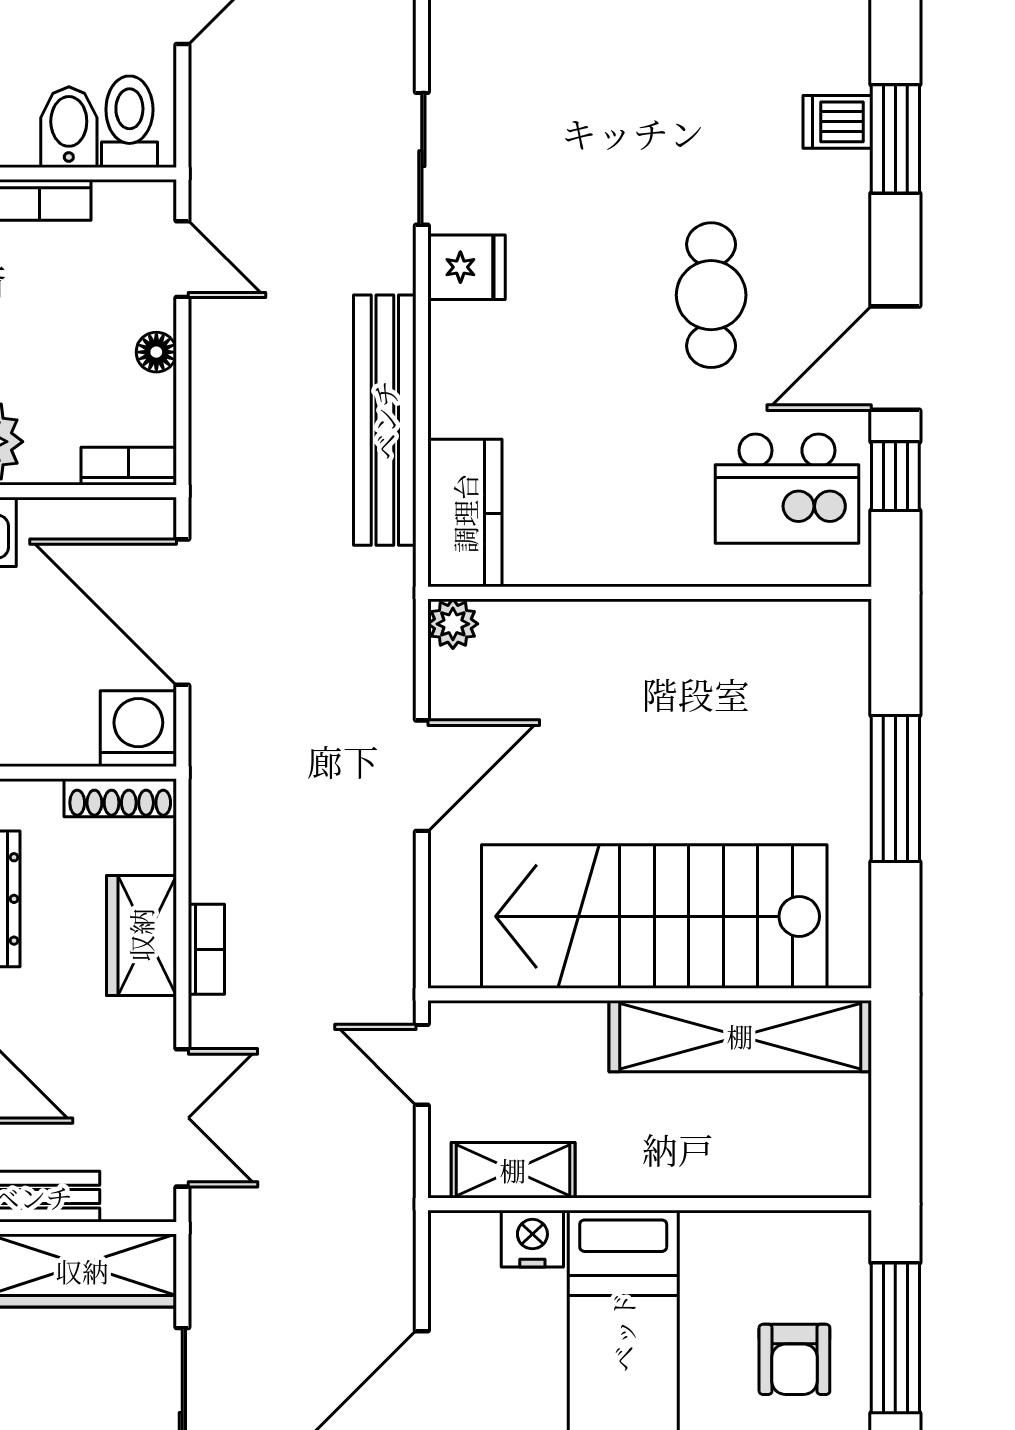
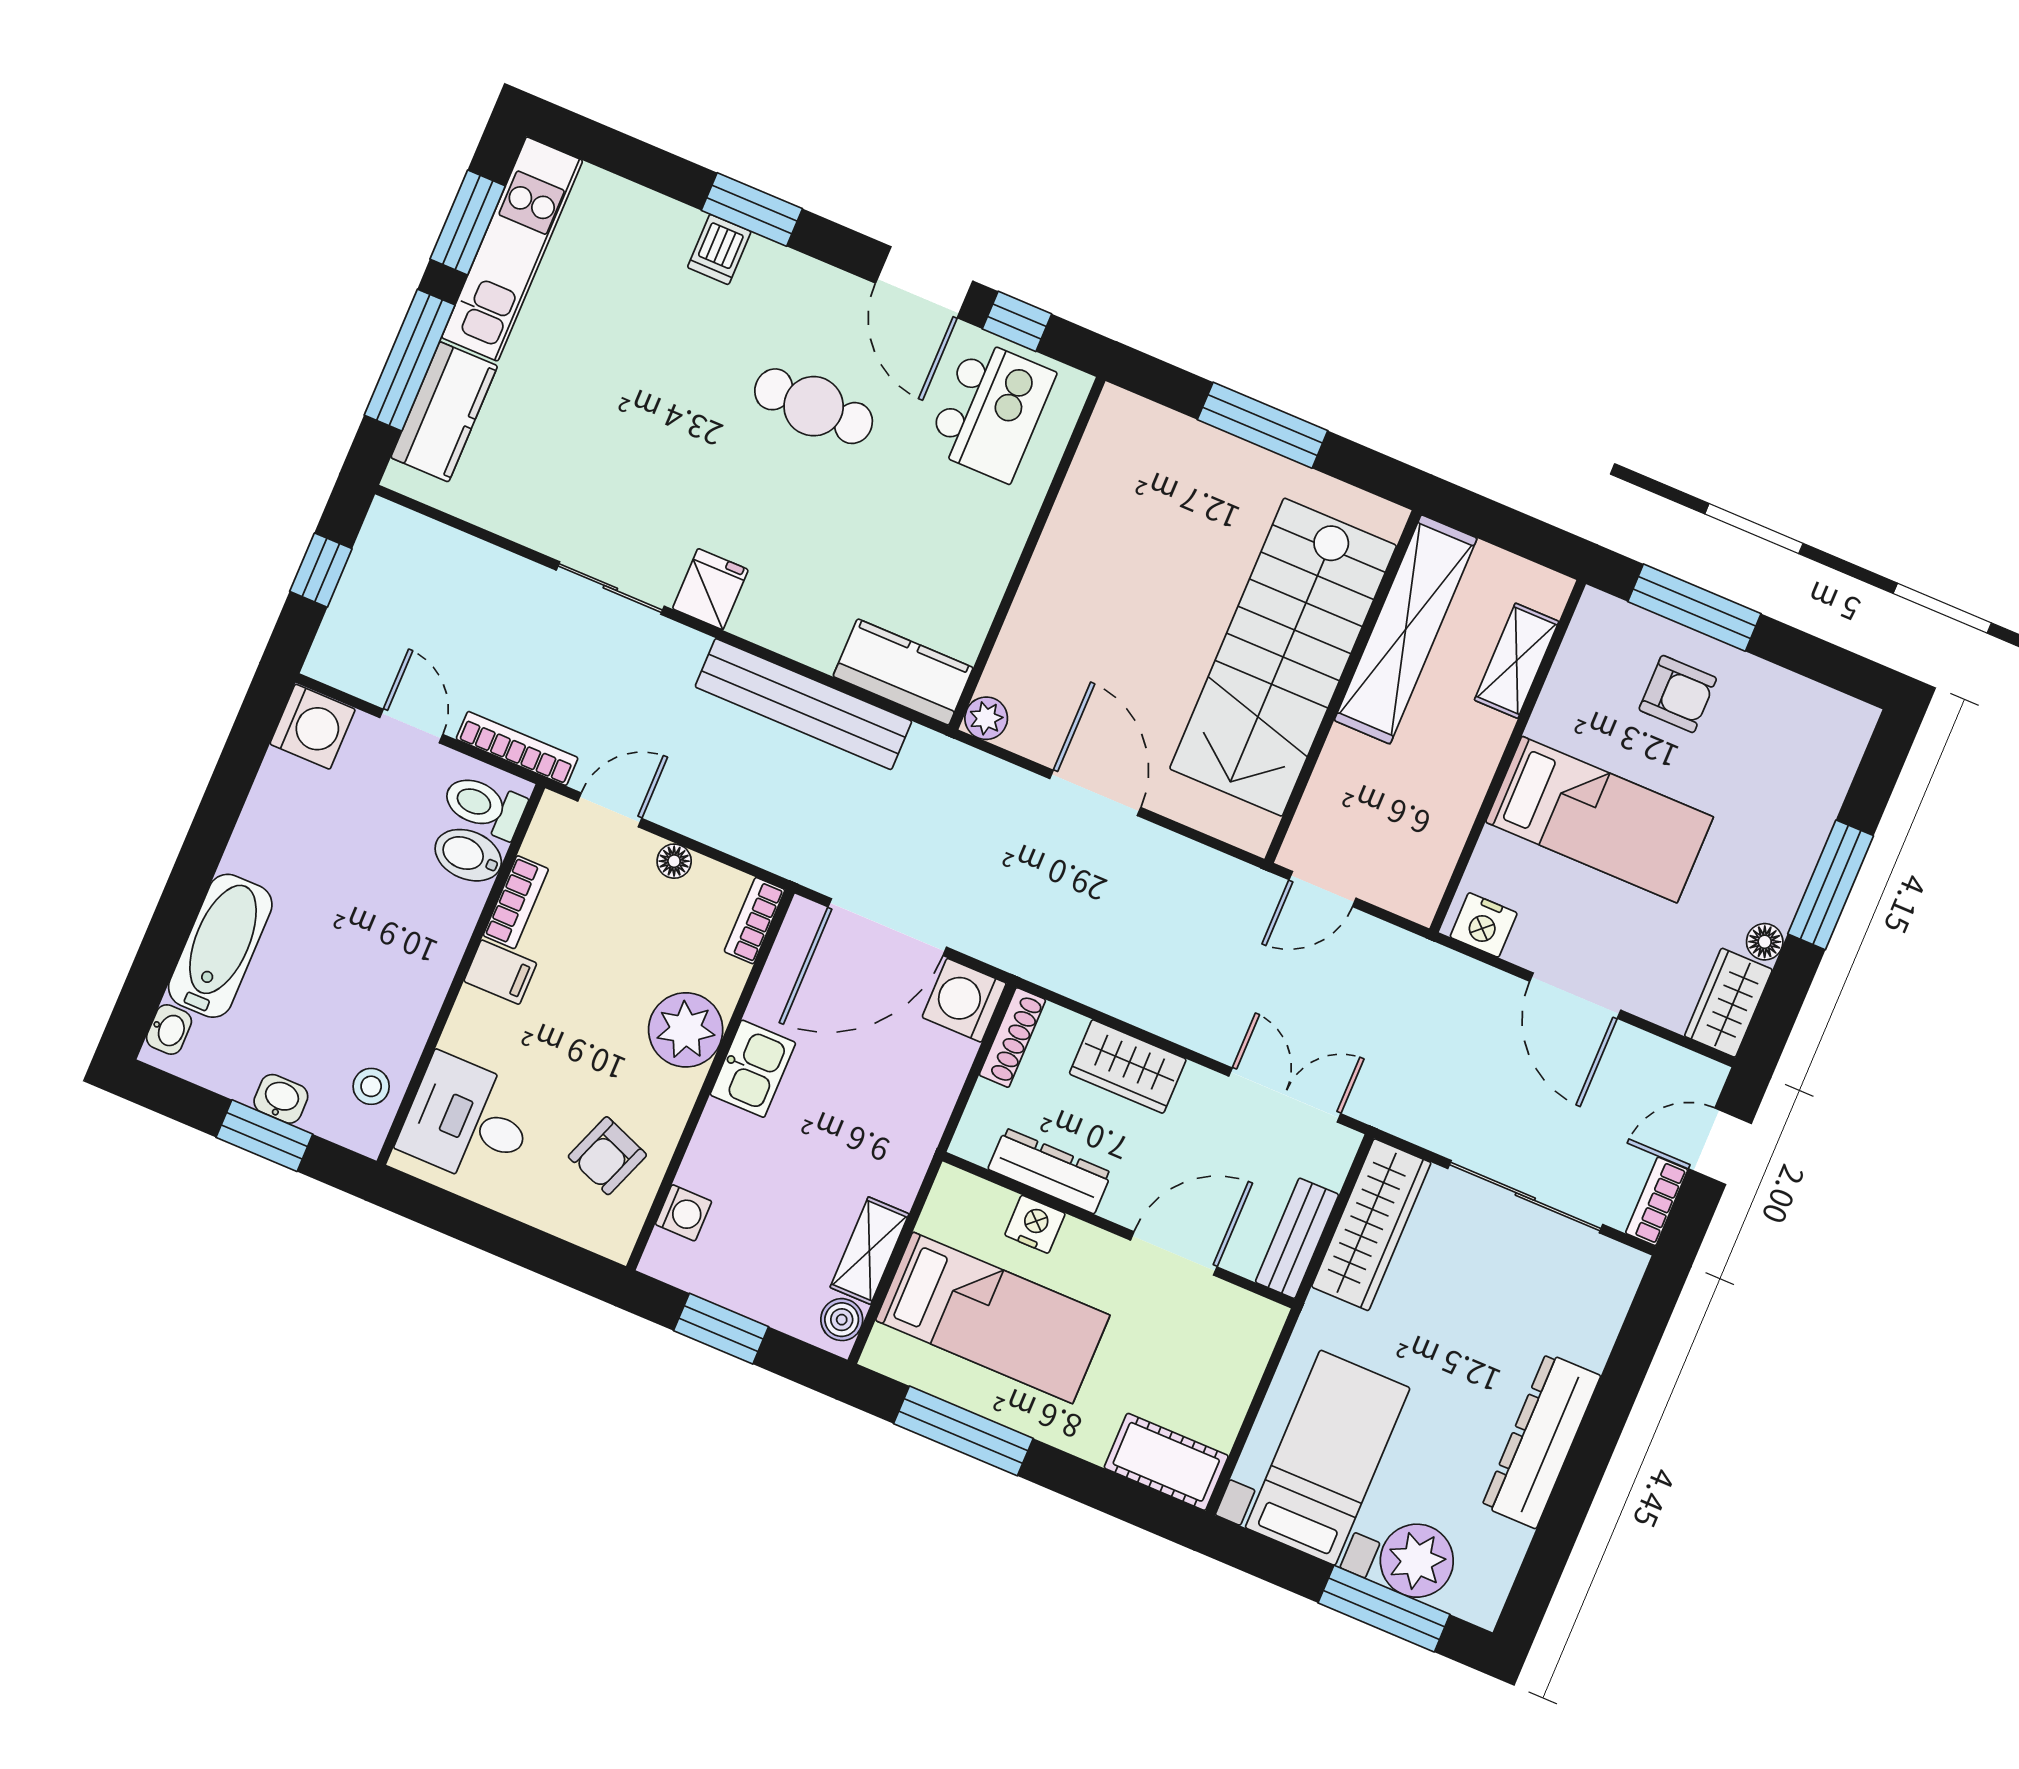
bookcase: (206, 949) -> (517, 748), moved, width x1.56
shelving: (513, 1170) -> (1517, 661), moved
nightstand: (532, 1239) -> (1484, 925), moved, turned -90

